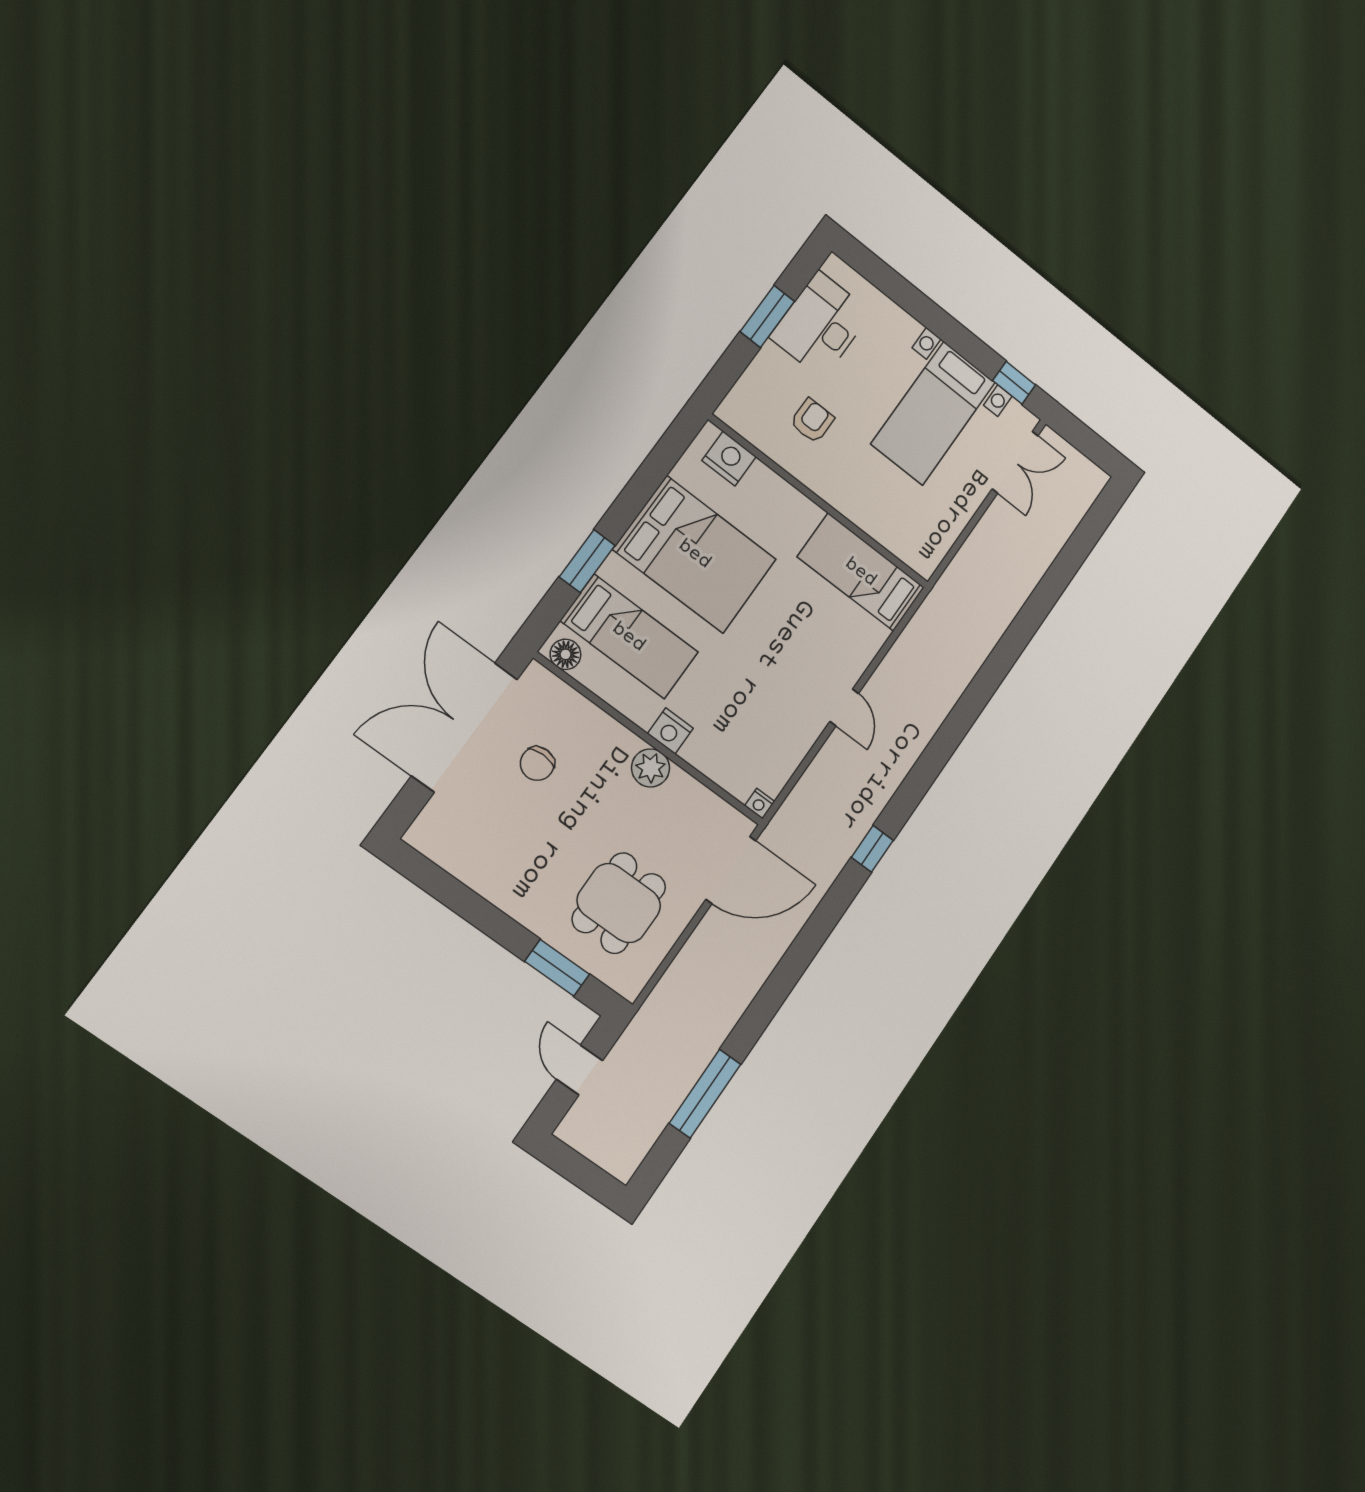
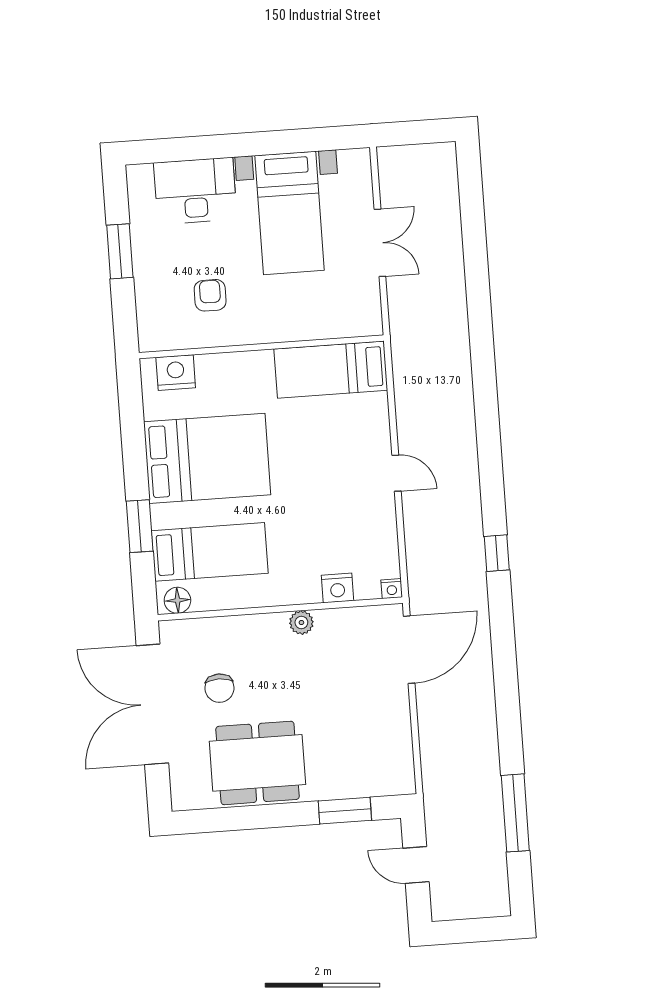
desk: (821, 325) -> (195, 191), moved, turned 90
window: (1014, 383) -> (329, 139), removed
double door: (1015, 462) -> (380, 243), moved
nightstand: (670, 731) -> (337, 588), moved
plant: (651, 768) -> (301, 622), width x0.73, depth x0.73
dining table: (619, 903) -> (257, 763), moved, width x1.38

